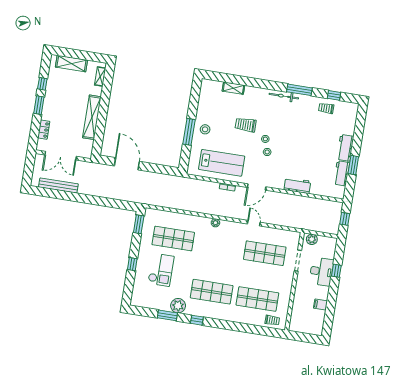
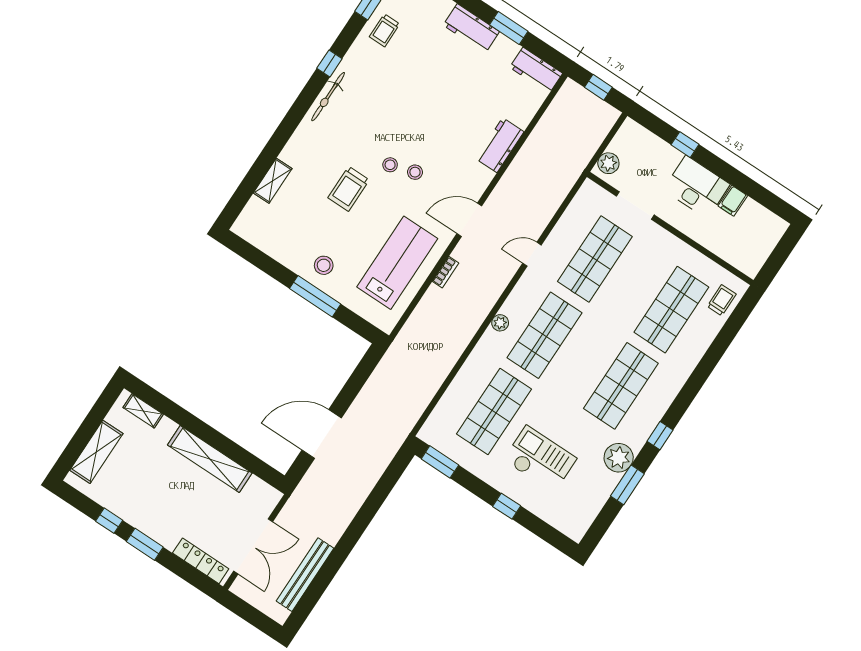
window: (299, 90) -> (329, 64), width x0.46
locker: (44, 130) -> (201, 561), width x1.53
workbench: (342, 173) -> (536, 70), moved
door: (257, 187) -> (469, 220), swing flipped
shop shelf: (219, 246) -> (544, 335), added
desk: (321, 272) -> (697, 187), moved

